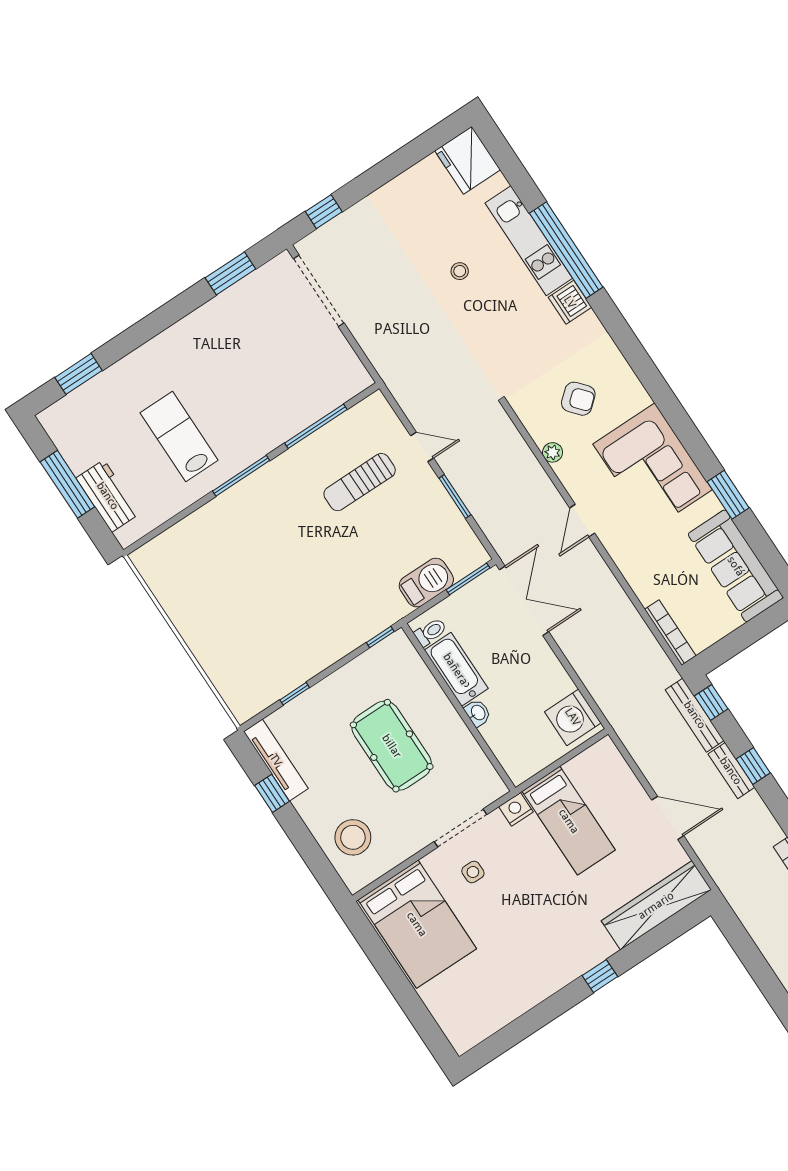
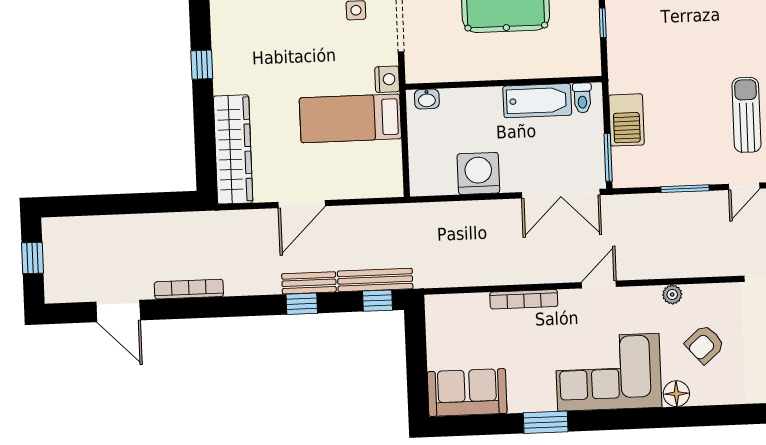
floor lamp: (636, 397) -> (676, 394), added
door: (582, 521) -> (599, 285), hinge flipped
sofa: (736, 566) -> (467, 393), width x0.73
bookcase: (670, 633) -> (524, 299), moved
window: (380, 637) -> (603, 23), moved
washbasin: (478, 713) -> (427, 99), moved
washing machine: (573, 717) -> (478, 173), moved

